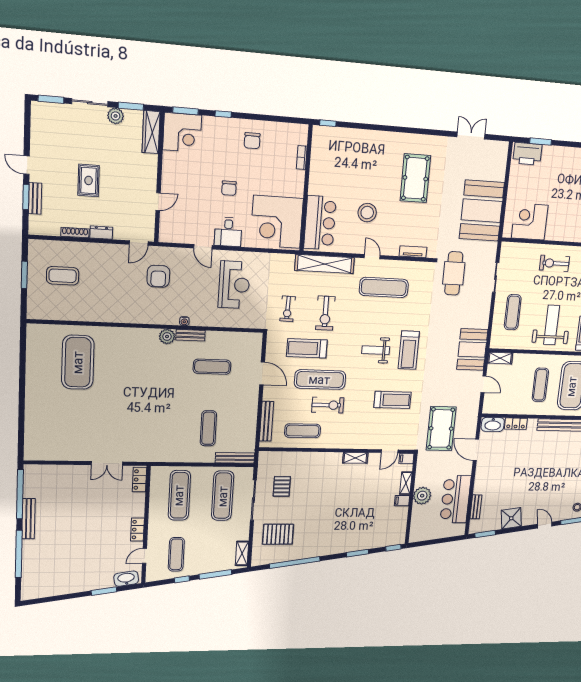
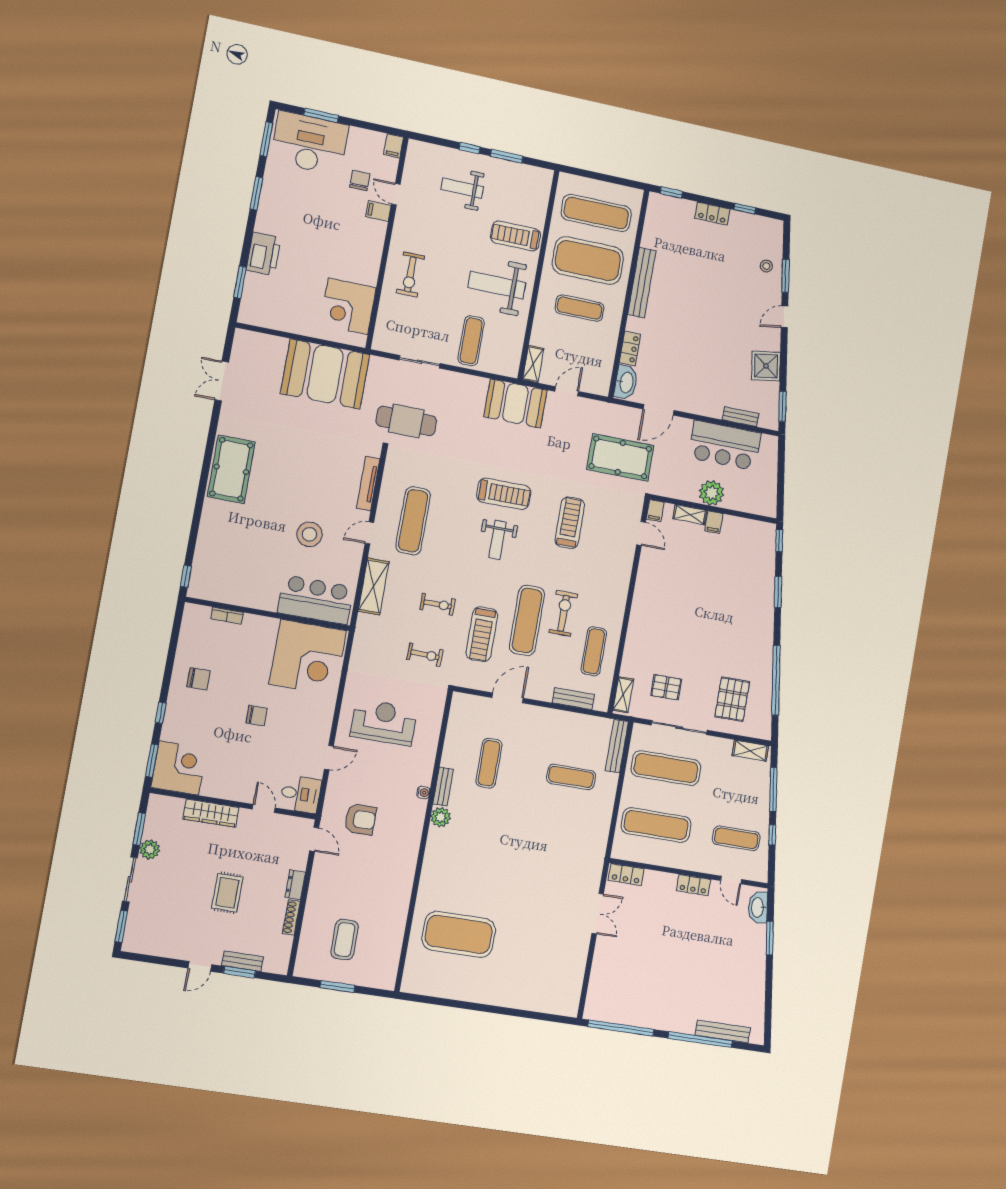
wardrobe: (151, 132) -> (211, 813), moved
printer: (527, 154) -> (264, 254), moved
pool table: (415, 178) -> (231, 469), moved, turned 90
rug: (89, 180) -> (227, 893), turned 90
desk: (228, 232) -> (301, 794), moved
tv unit: (413, 252) -> (368, 484), width x1.41
shelving: (325, 264) -> (374, 586), width x0.68
exercise mat: (513, 312) -> (471, 341), turned 90
exercise bike: (325, 313) -> (438, 604), width x0.73, depth x0.72
bench: (267, 421) -> (573, 699), width x0.73
shelving: (355, 458) -> (623, 695), moved
bench: (28, 519) -> (723, 1031), moved

